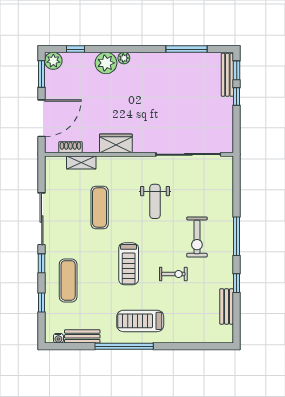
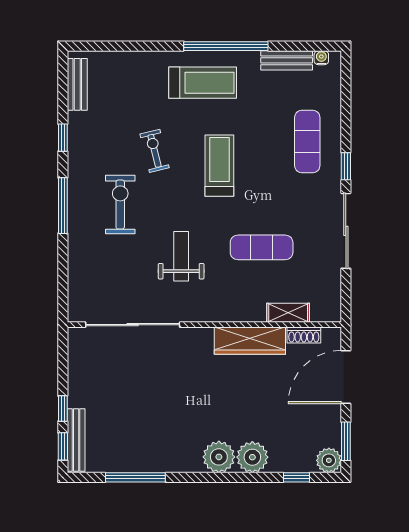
plant: (124, 58) -> (219, 457), width x1.88, depth x1.88
wardrobe: (116, 143) -> (250, 341), width x1.50
exercise mat: (100, 208) -> (262, 247), turned 90
exercise bike: (173, 274) -> (155, 151), turned 76
window: (42, 302) -> (346, 110), removed
bench: (227, 306) -> (77, 84), moved

